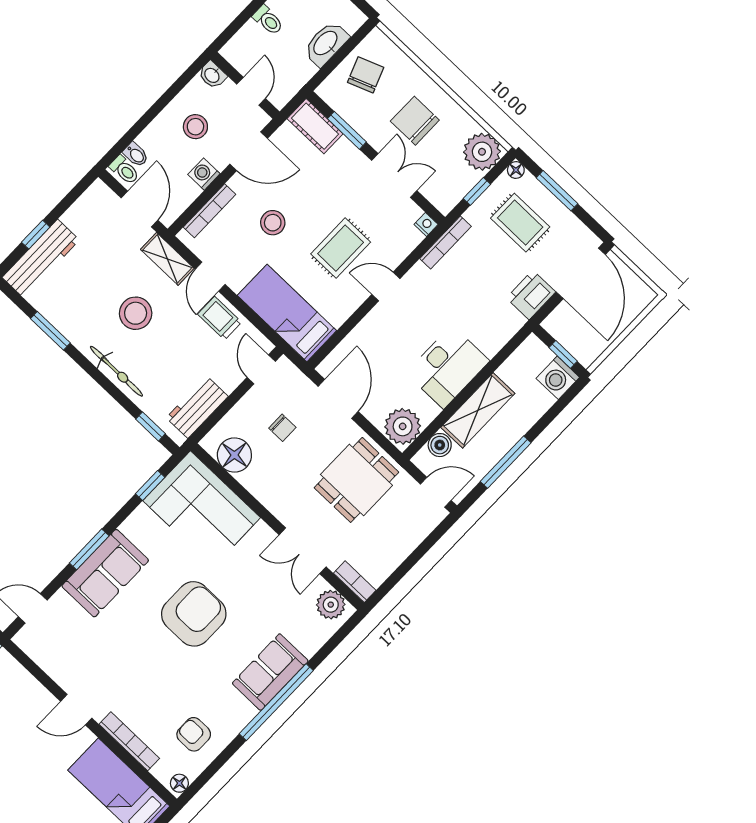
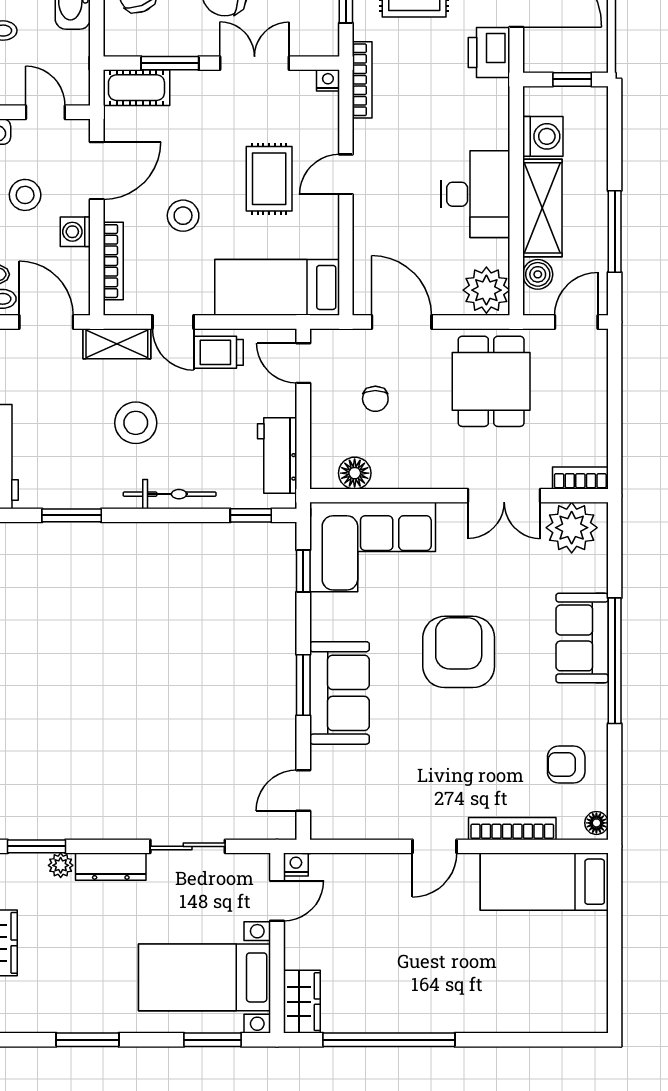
washing machine: (558, 378) -> (543, 136), moved, turned -90
chair: (282, 428) -> (375, 399), turned 90
floor lamp: (234, 455) -> (355, 473), width x0.73, depth x0.73
plant: (331, 605) -> (572, 528), width x1.36, depth x1.36

